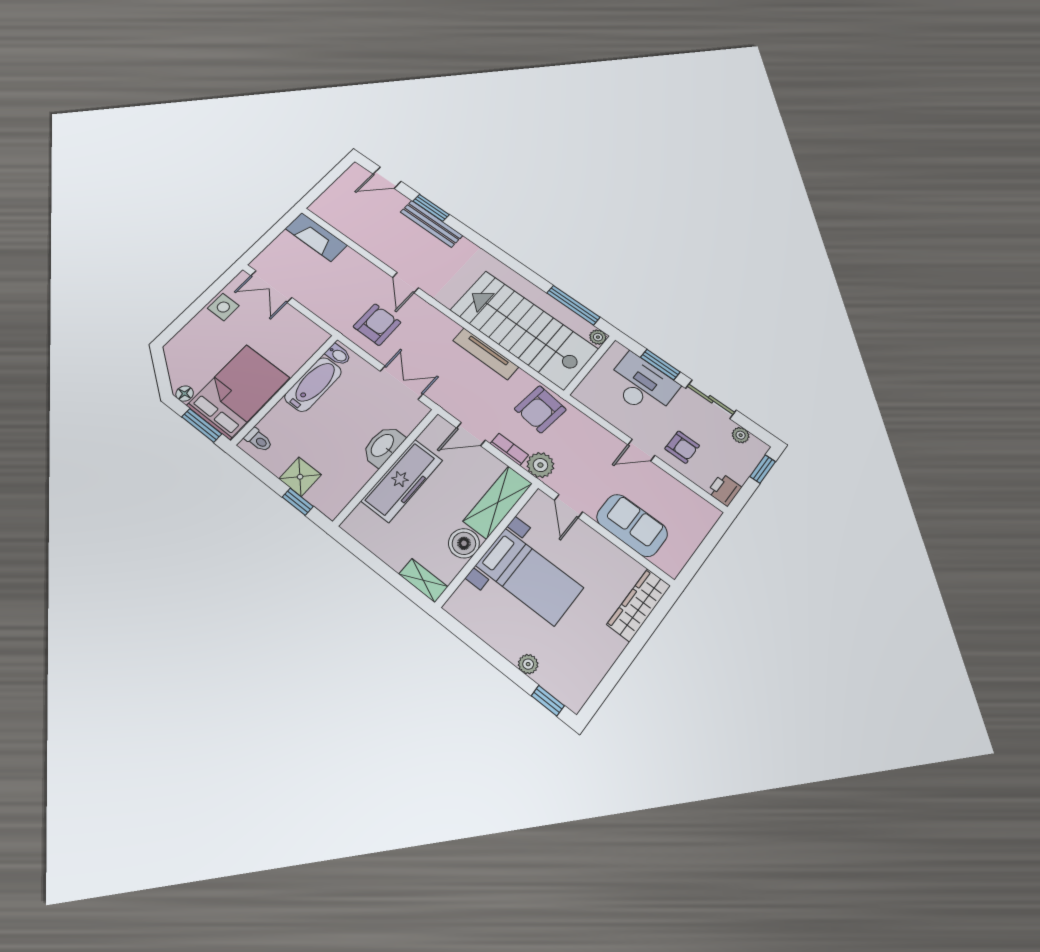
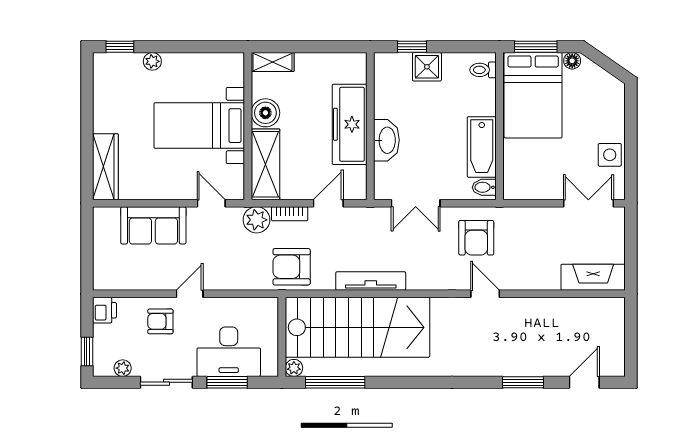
bench: (431, 224) -> (510, 367), removed
armchair: (540, 409) -> (292, 267), turned -97

